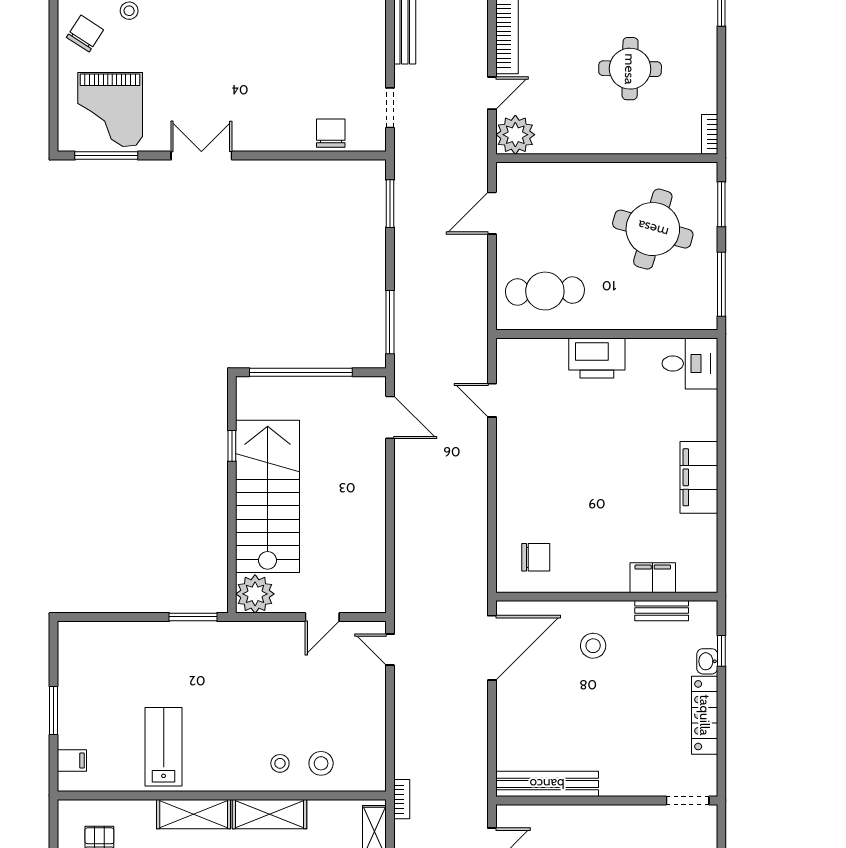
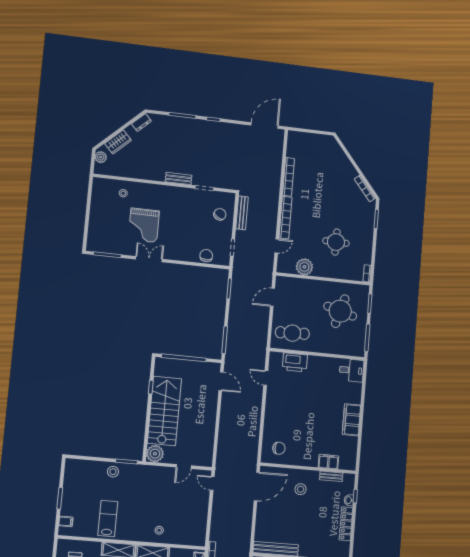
chair: (85, 34) -> (220, 214), moved
grand piano: (110, 110) -> (144, 225), moved
plant: (515, 135) -> (304, 267), moved
printer: (597, 358) -> (295, 362), moved
stool: (321, 763) -> (113, 472), moved

